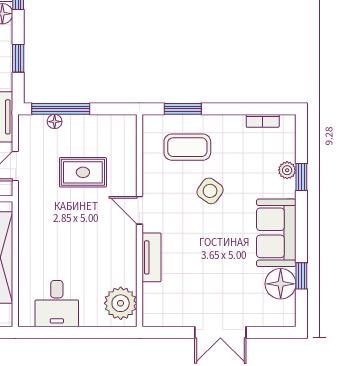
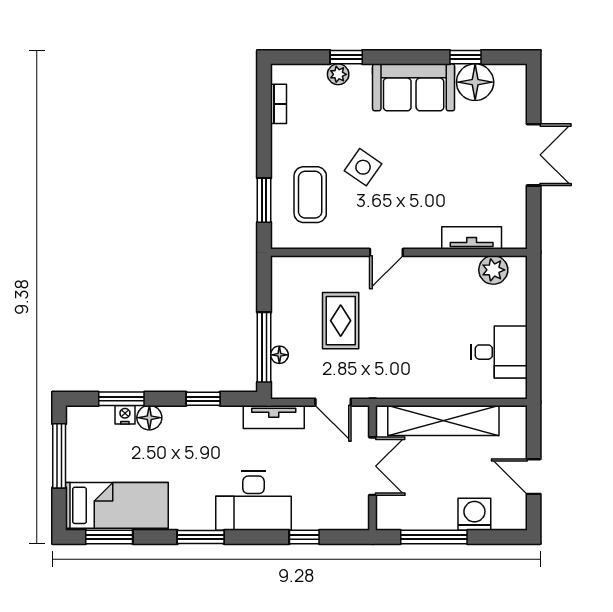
tv unit: (151, 257) -> (472, 238), moved
plant: (121, 303) -> (493, 270), width x0.73, depth x0.73

